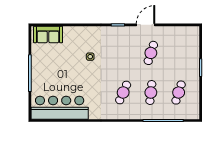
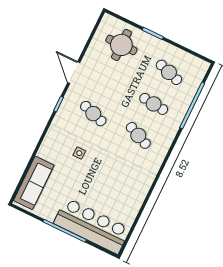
sofa: (48, 35) -> (34, 183), width x1.36
round table: (182, 49) -> (121, 45), added
cafe table: (151, 53) -> (93, 114), moved
bar counter: (60, 108) -> (92, 226), moved, turned 90

